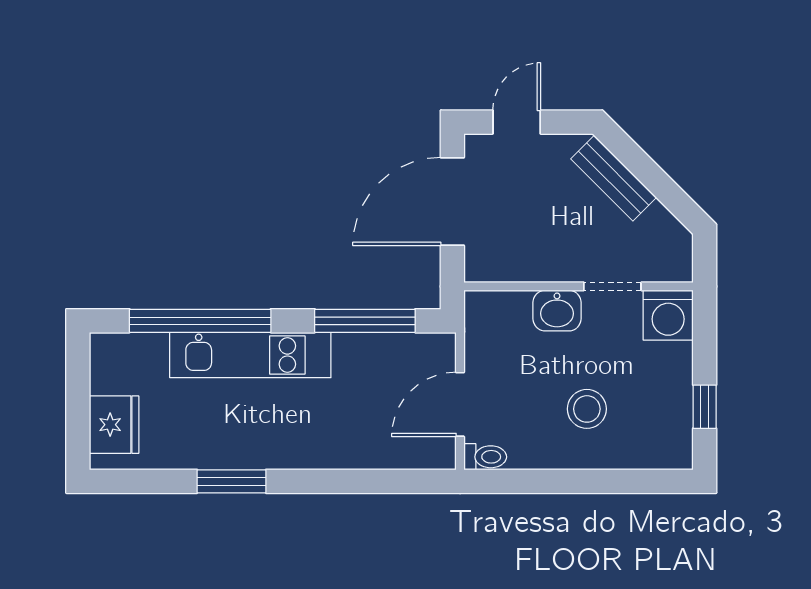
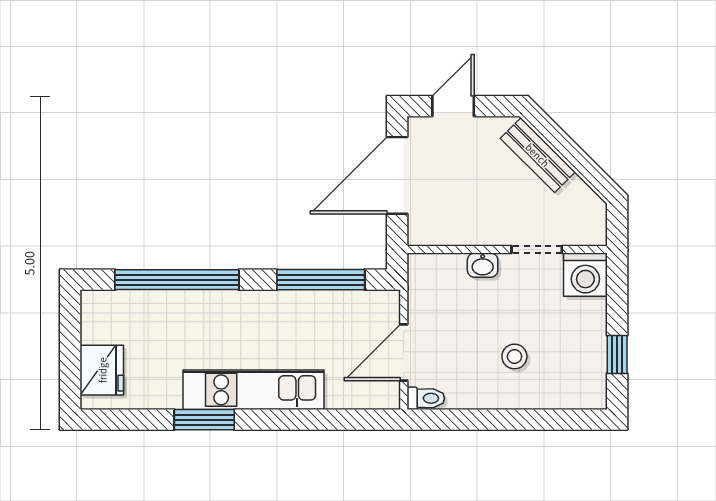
washbasin: (557, 311) -> (483, 265), width x0.72, depth x0.69
kitchen unit: (250, 355) -> (254, 390), moved, turned 180
stool: (587, 409) -> (514, 356), width x0.73, depth x0.73

